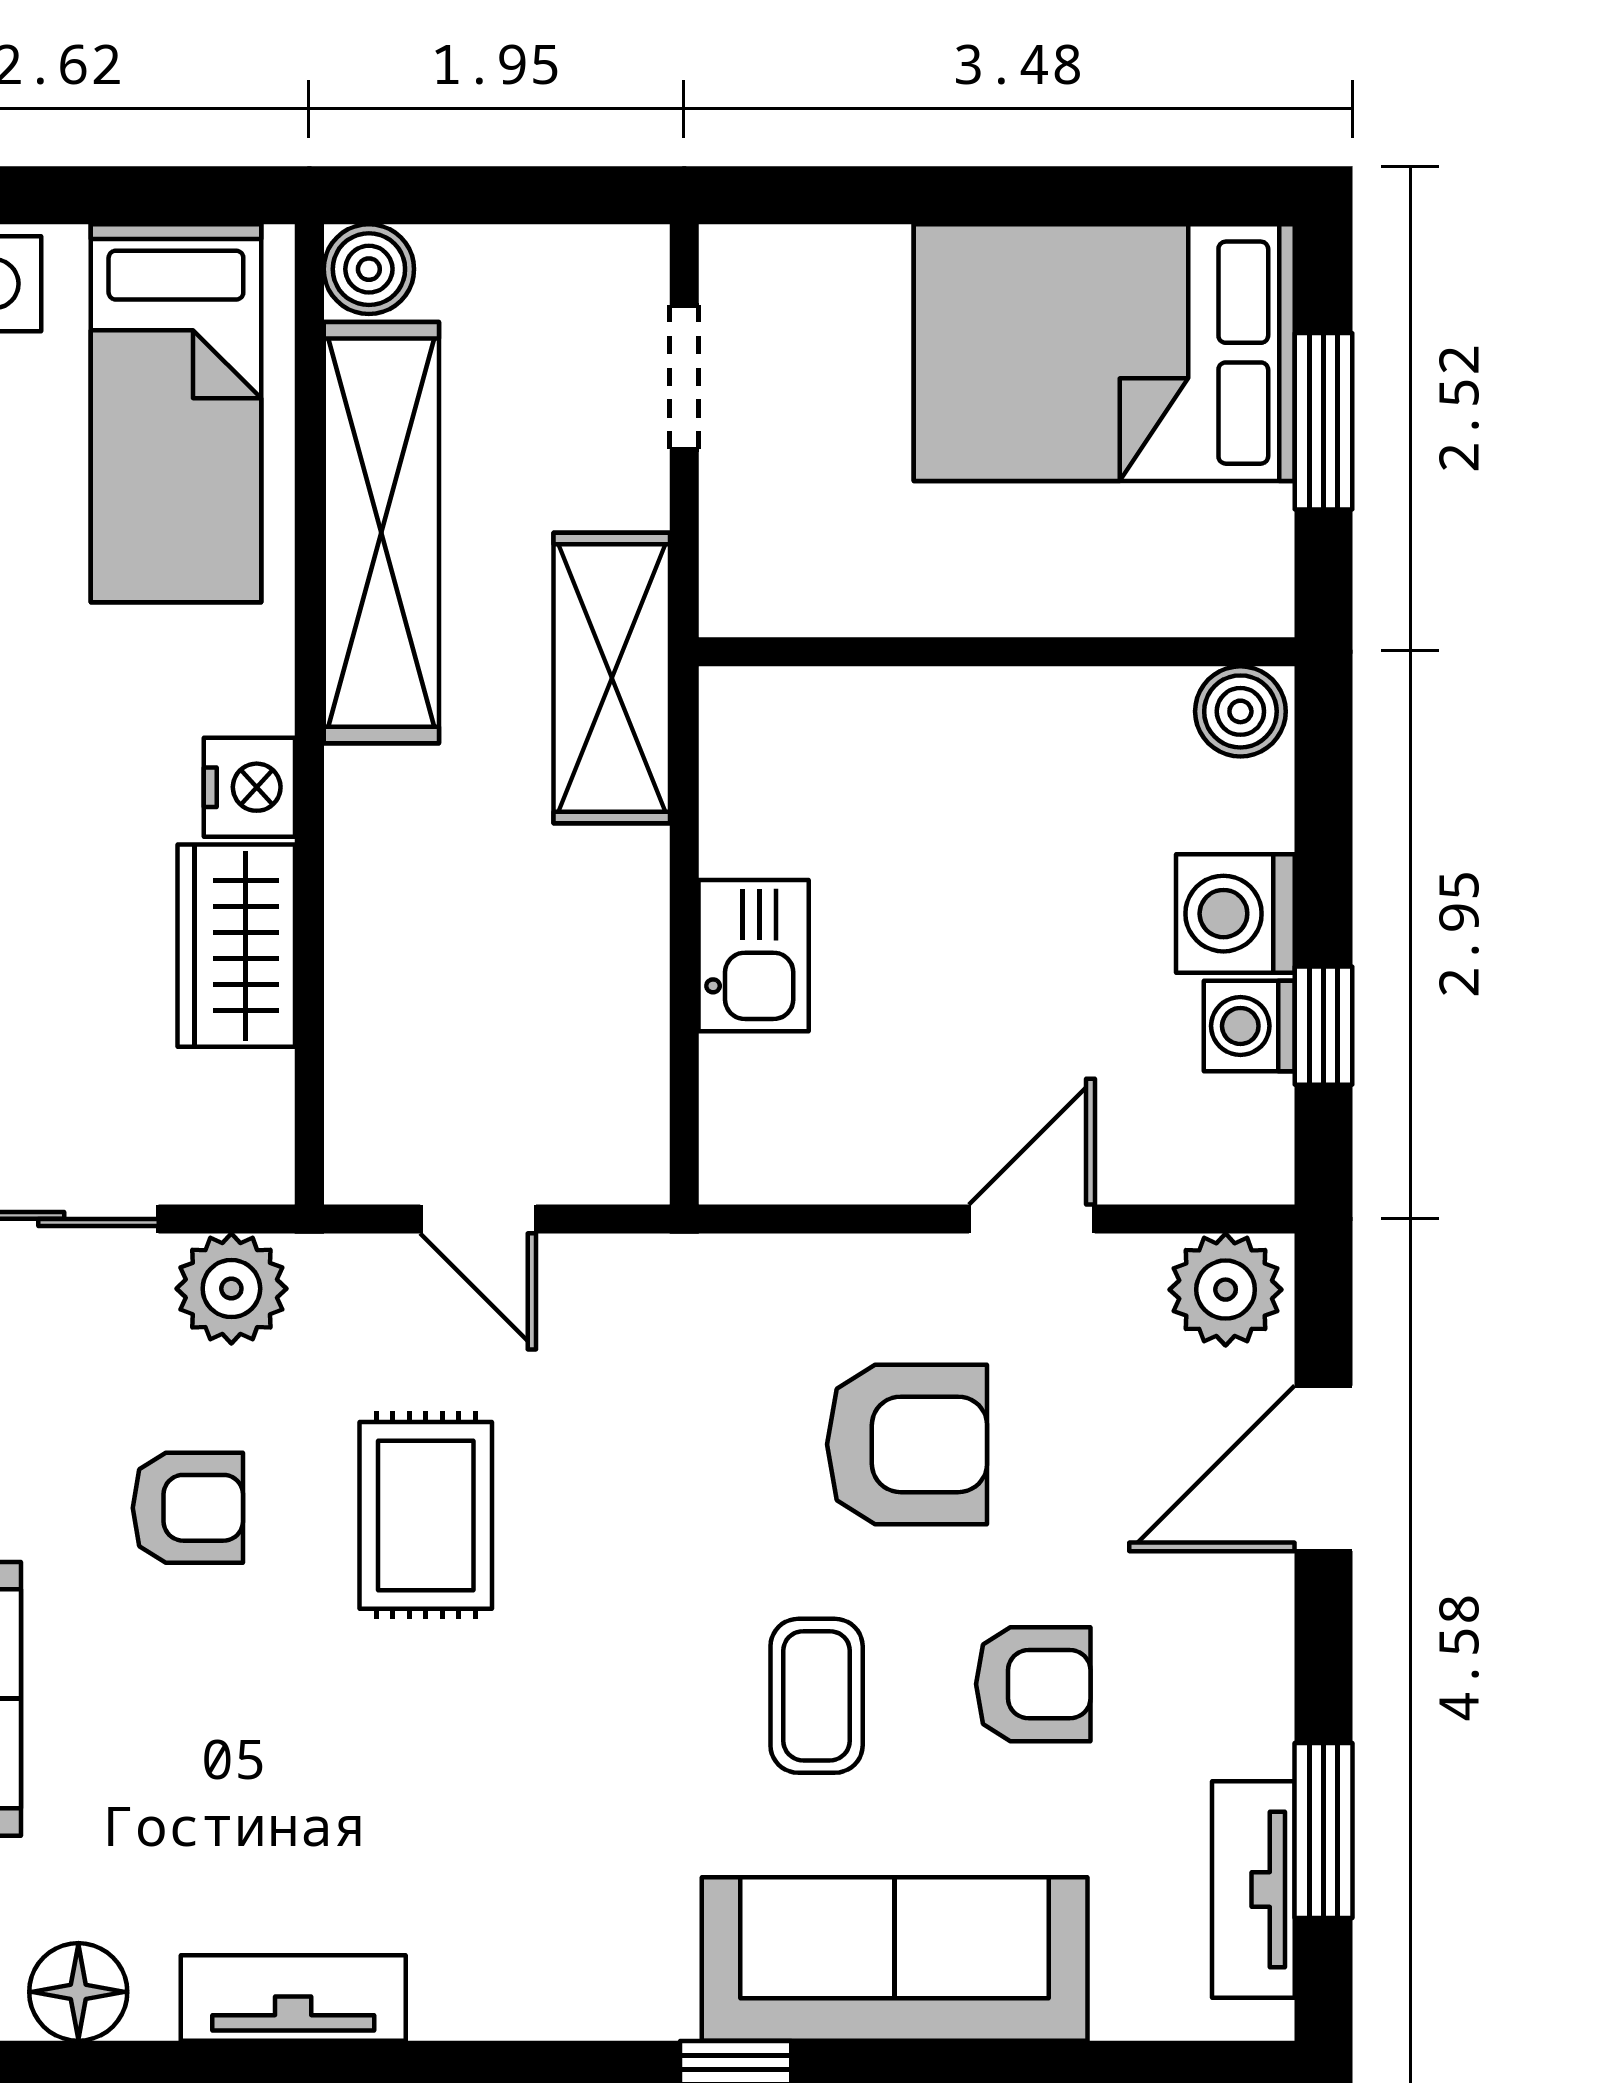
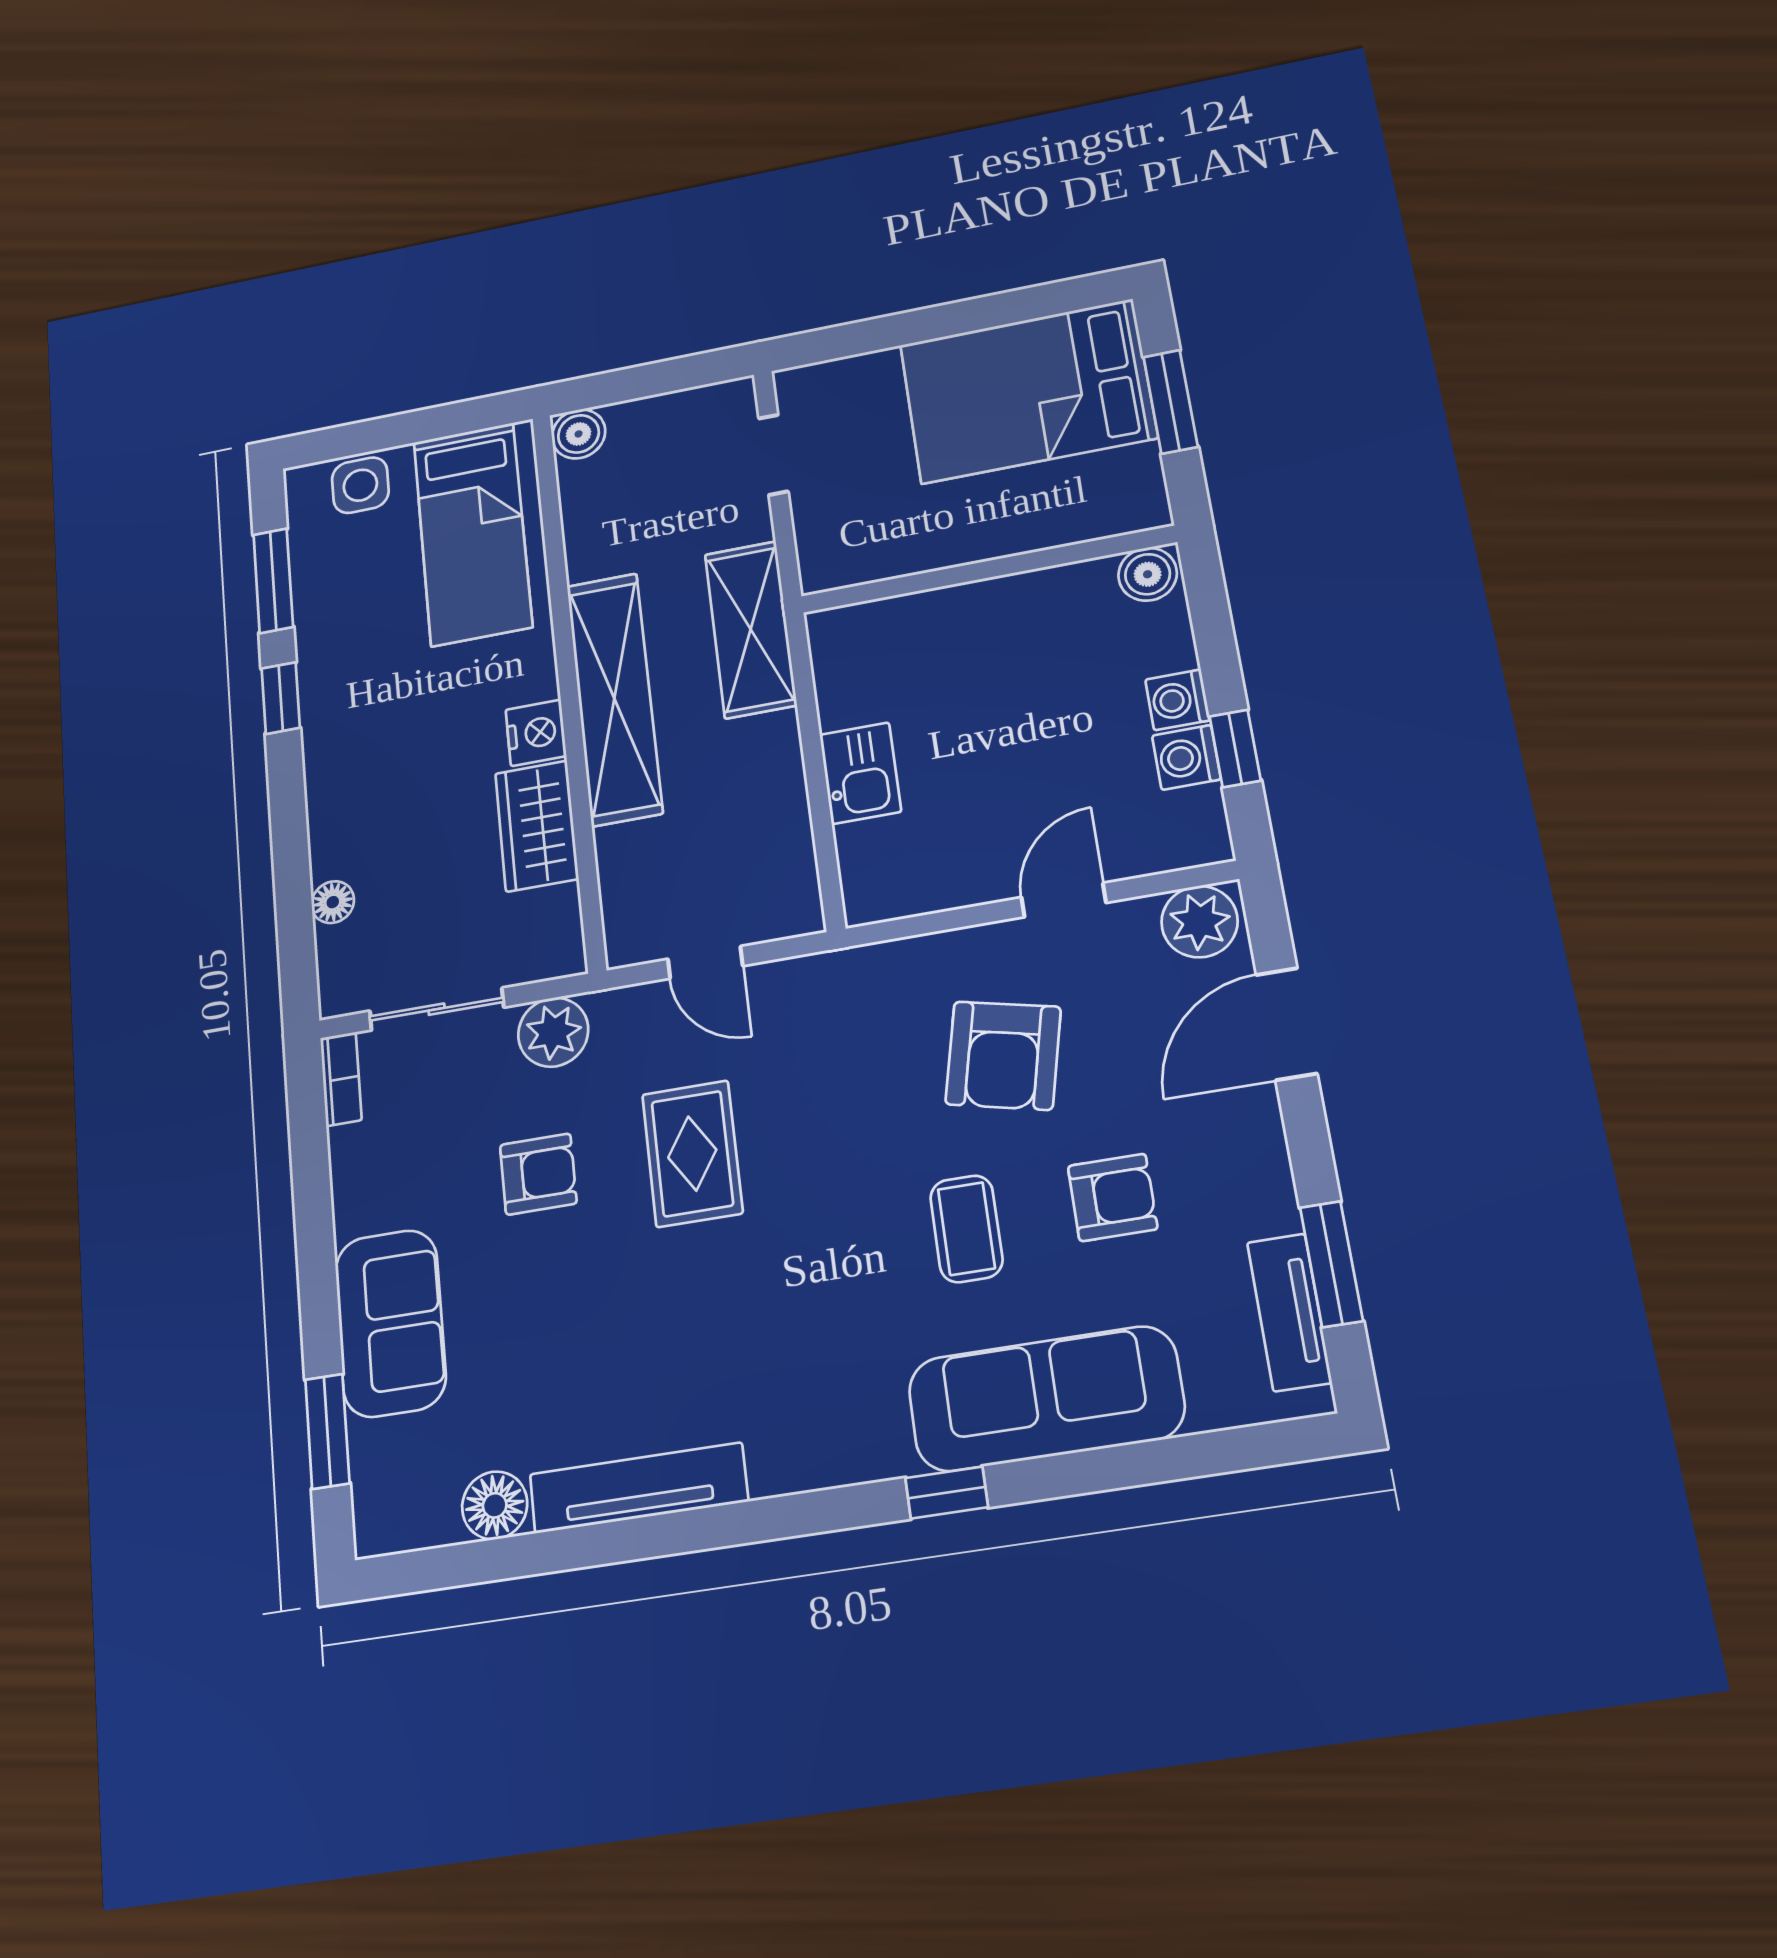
shelving: (381, 533) -> (614, 698), moved
washing machine: (1235, 914) -> (1178, 700), width x0.73, depth x0.73
armchair: (907, 1444) -> (1003, 1055), turned 103
tv unit: (293, 1998) -> (638, 1488), width x1.41

